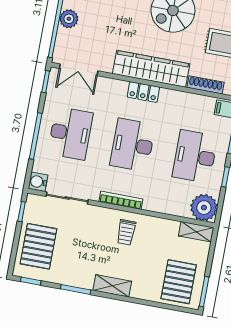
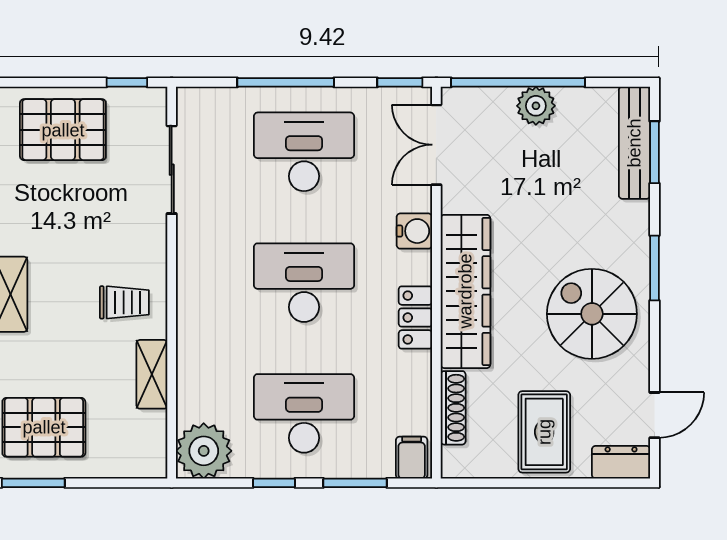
locker: (143, 92) -> (415, 318), moved
desk: (70, 133) -> (304, 152), turned 180
water cooler: (38, 182) -> (414, 231), moved, turned 90
bookcase: (121, 200) -> (187, 280), removed
trolley: (126, 232) -> (124, 302), turned 180
shelving: (196, 232) -> (152, 374), moved

